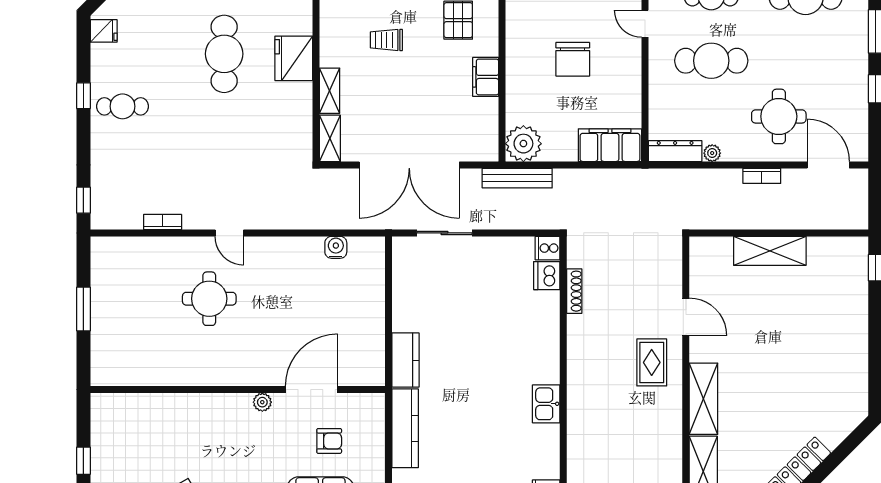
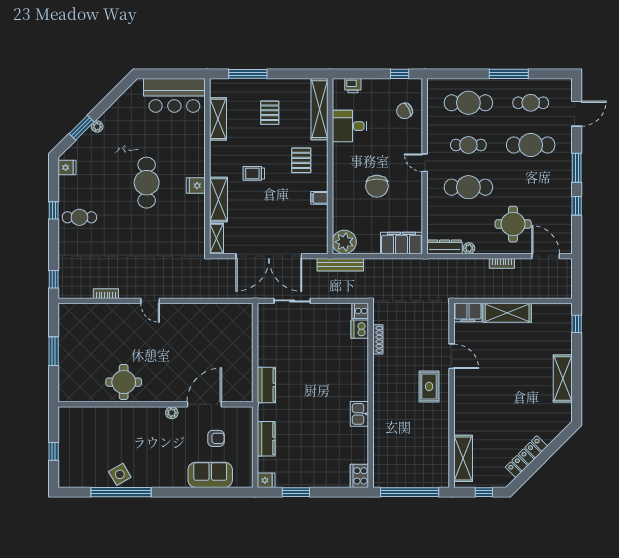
fridge: (294, 58) -> (196, 186), width x0.53, depth x0.75
filing cabinet: (486, 77) -> (319, 198), width x0.50
shelving: (330, 91) -> (218, 199), width x1.50, depth x1.33
water cooler: (336, 247) -> (220, 310), removed
filing cabinet: (711, 250) -> (468, 313), added
round table: (209, 299) -> (124, 382), moved
shelving: (703, 399) -> (563, 378), moved
kitchen counter: (405, 428) -> (266, 439), width x0.67

